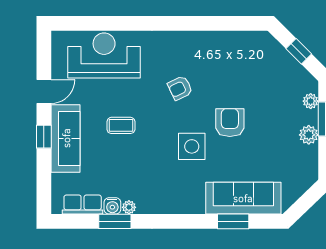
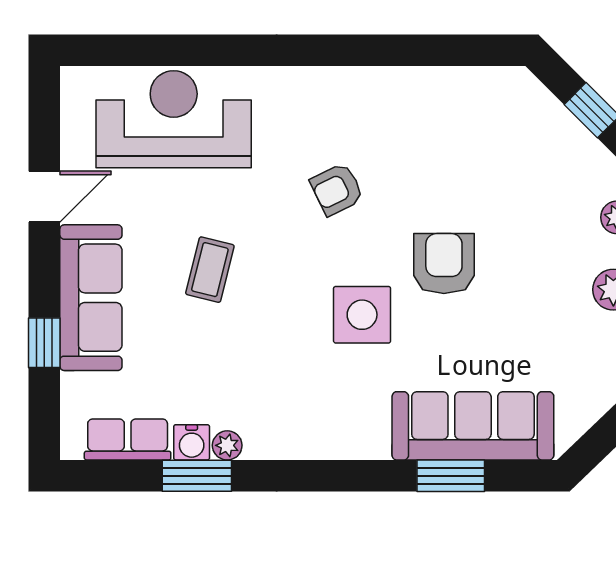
coffee table: (121, 125) -> (210, 270), turned -76
window: (44, 137) -> (44, 343), moved

